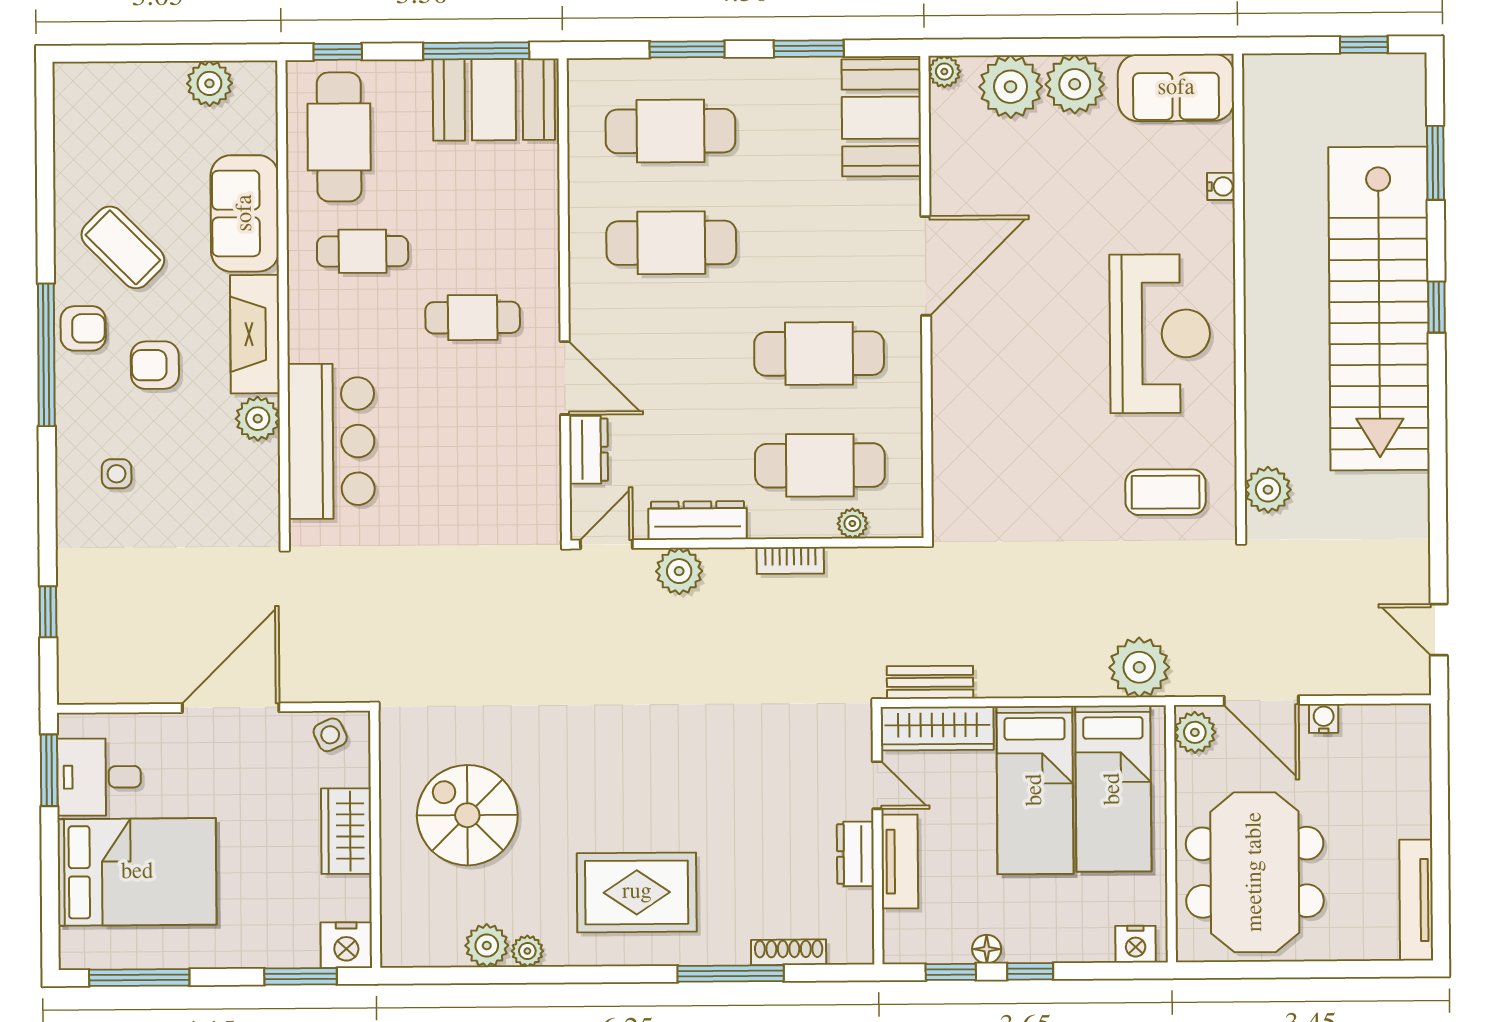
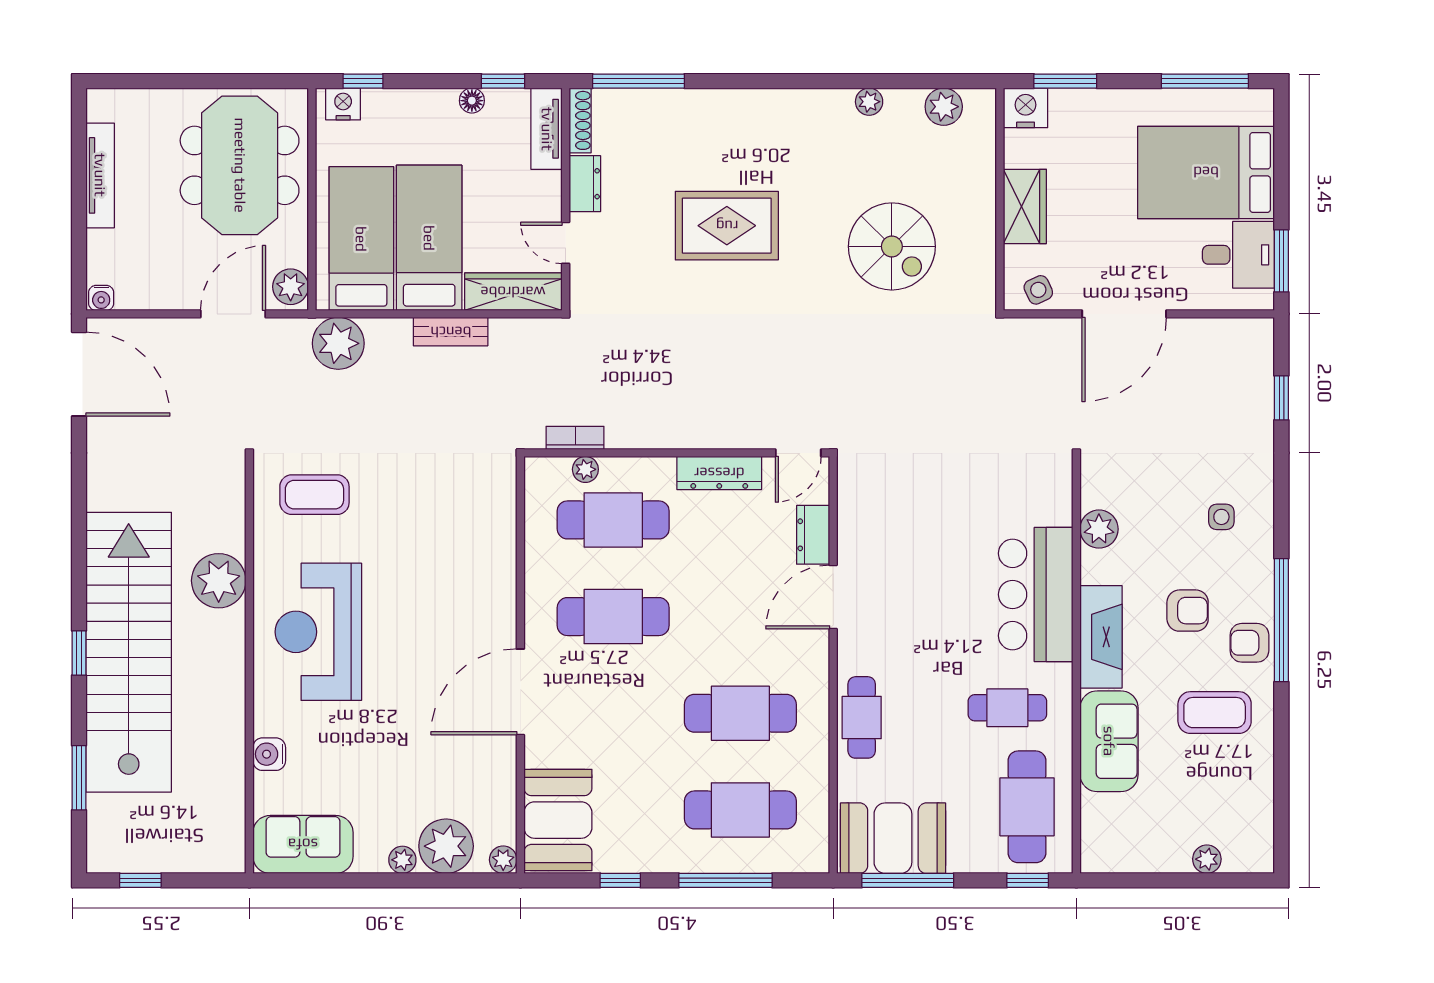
window: (687, 49) -> (726, 880), width x1.44
window: (809, 49) -> (620, 880), width x0.67
plant: (209, 83) -> (1207, 859), moved, width x0.73, depth x0.73
plant: (1075, 84) -> (402, 860), width x0.53, depth x0.53
water cooler: (1221, 186) -> (269, 754), width x1.38, depth x1.38
coffee table: (123, 247) -> (1215, 713), turned -45
cafe table: (473, 318) -> (862, 717), moved, turned 90
door: (565, 378) -> (833, 597), hinge flipped
plant: (258, 419) -> (1099, 529), moved
bar counter: (331, 441) -> (1036, 594), moved
plant: (1268, 490) -> (219, 581), moved, width x1.36, depth x1.36
bookcase: (790, 560) -> (575, 438), moved
plant: (679, 571) -> (736, 429), removed
door: (1439, 630) -> (79, 374), width x1.87
bench: (930, 682) -> (451, 332), moved
door: (1261, 700) -> (233, 314), hinge flipped
water cooler: (1324, 719) -> (101, 298), moved
spiral stairs: (467, 815) -> (892, 246), moved
tv unit: (900, 861) -> (547, 129), moved
rug: (637, 892) -> (727, 226), moved
tv unit: (1416, 900) -> (100, 175), moved
plant: (487, 946) -> (944, 107), moved
shoe rack: (789, 952) -> (580, 120), moved, turned -90
window: (1030, 971) -> (363, 81), moved
window: (731, 973) -> (639, 81), moved

